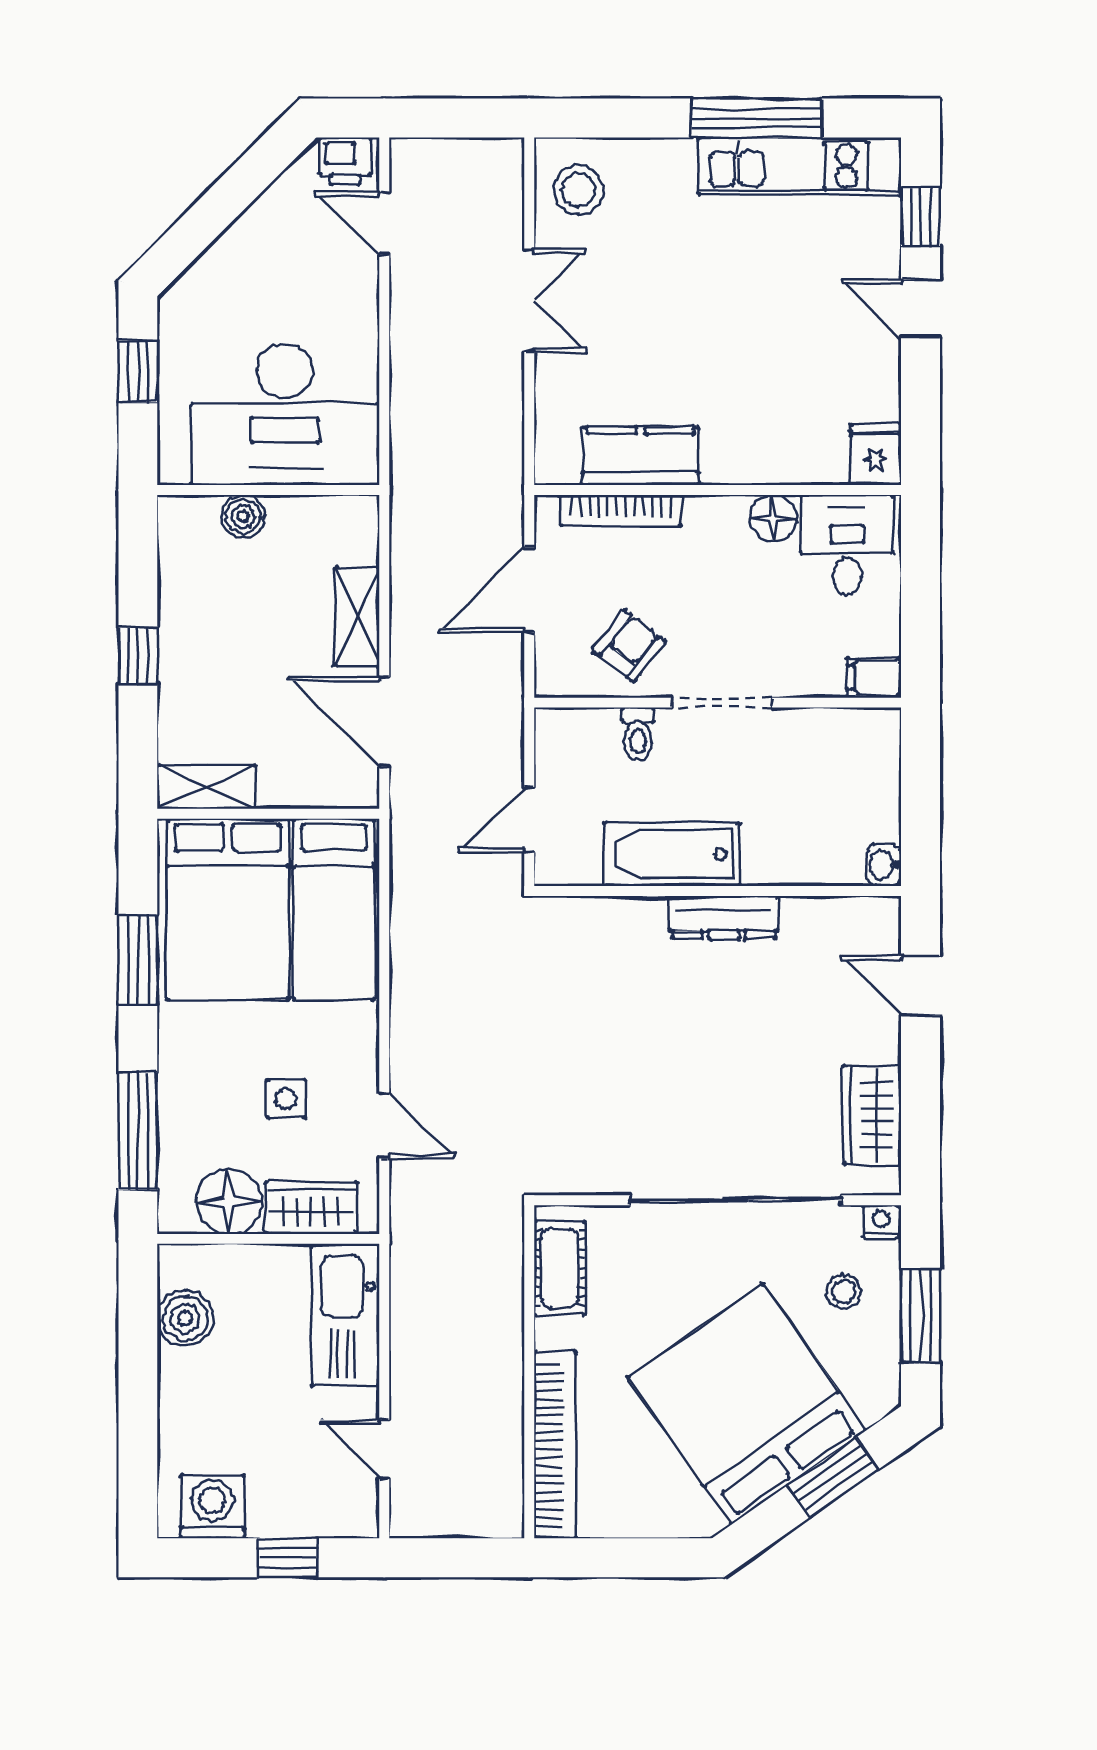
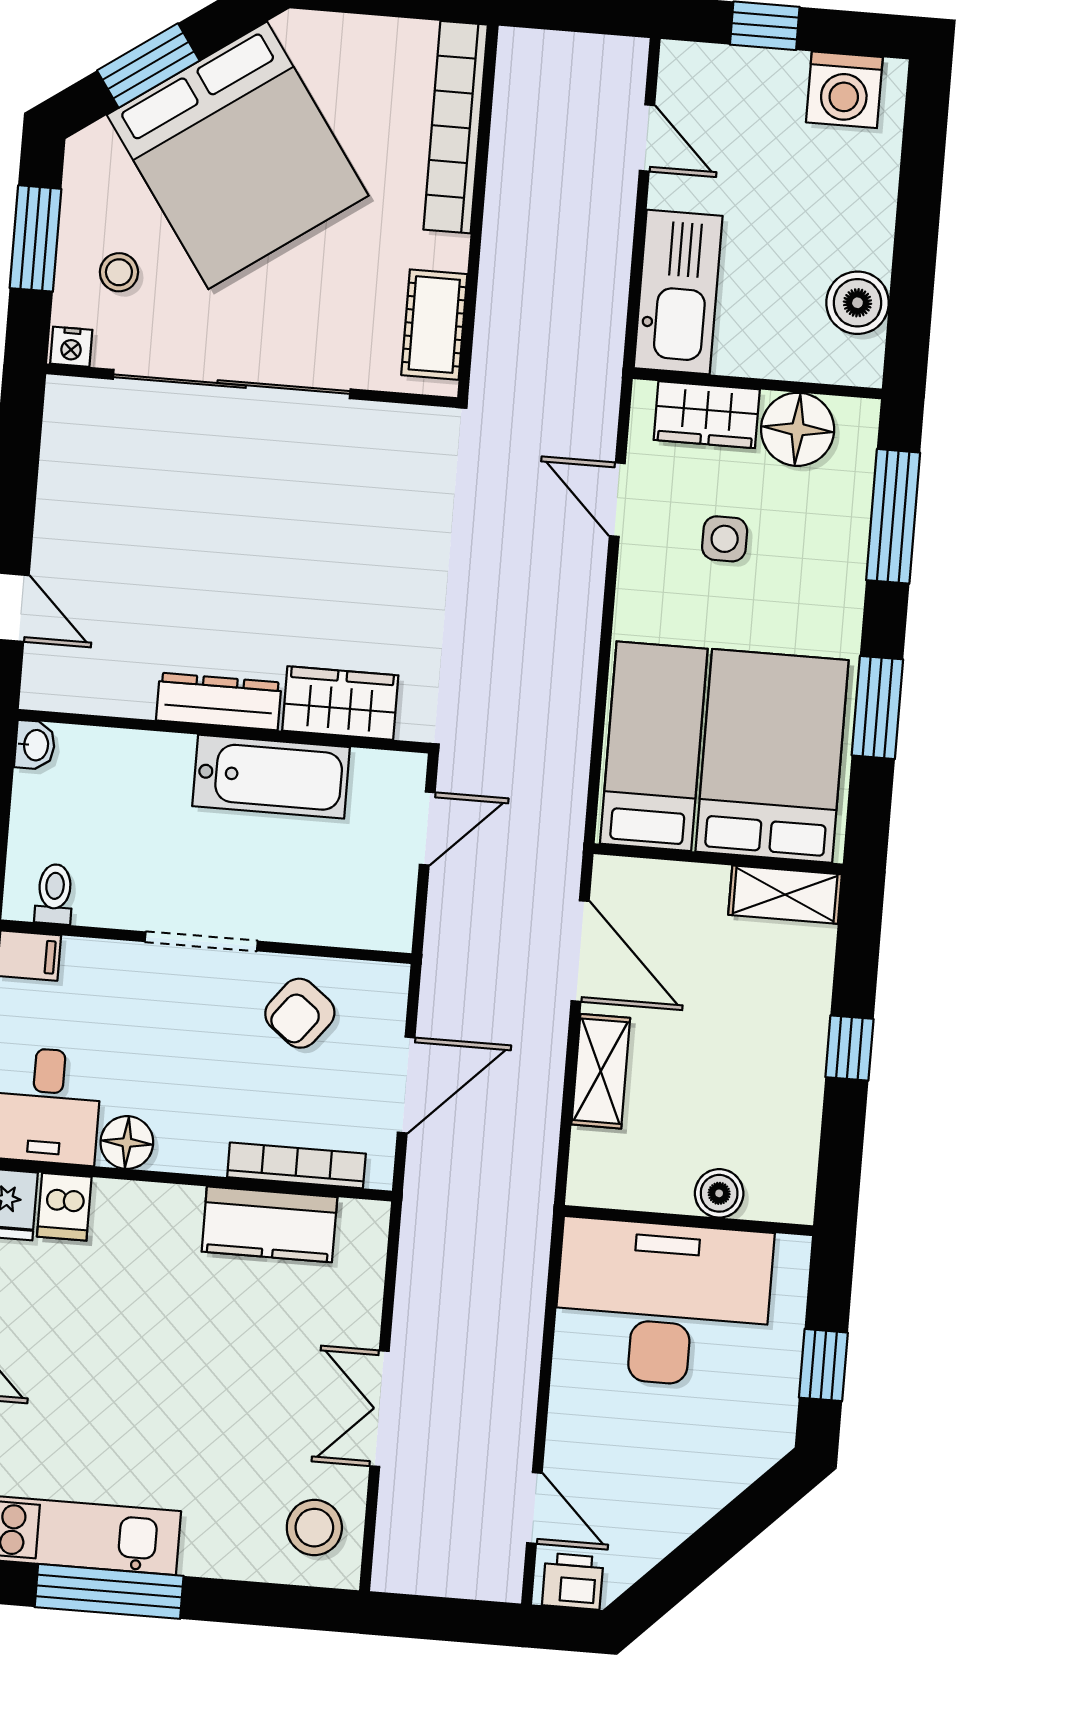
dishwasher: (824, 457) -> (64, 1207), added
toilet: (638, 734) -> (54, 894), moved
wardrobe: (872, 1115) -> (340, 703), moved, turned -90

